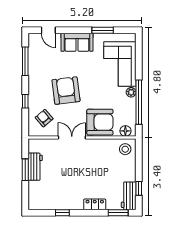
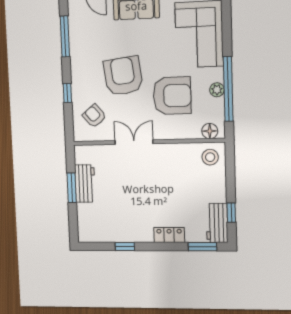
plant: (131, 92) -> (217, 90), moved
armchair: (100, 122) -> (172, 96), moved

